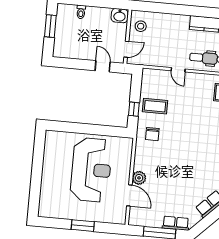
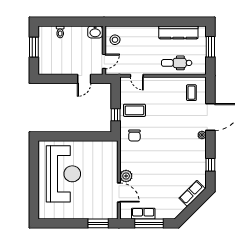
door: (103, 66) -> (84, 79), swing flipped
door: (178, 70) -> (137, 76), moved
reception desk: (91, 170) -> (63, 174), moved
row of seats: (176, 223) -> (143, 214), moved
window: (83, 226) -> (98, 223), moved

